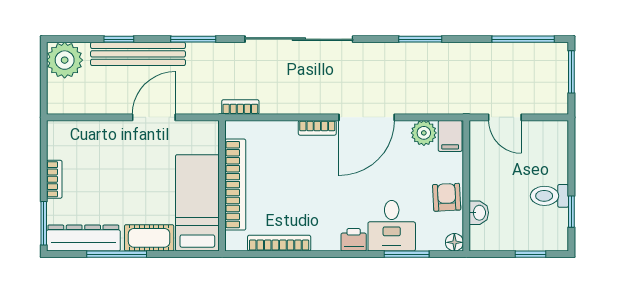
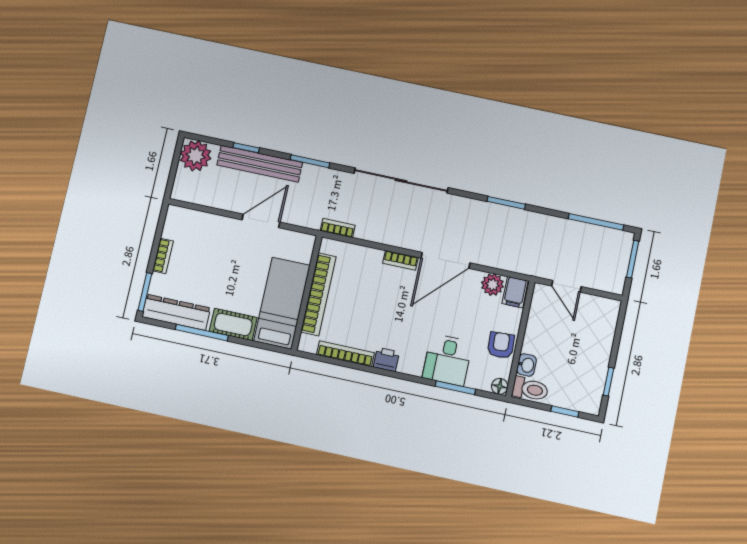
toilet: (549, 196) -> (530, 389), moved, turned 180
printer: (354, 240) -> (386, 359), moved

